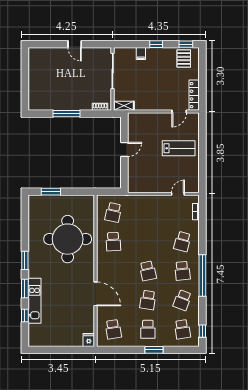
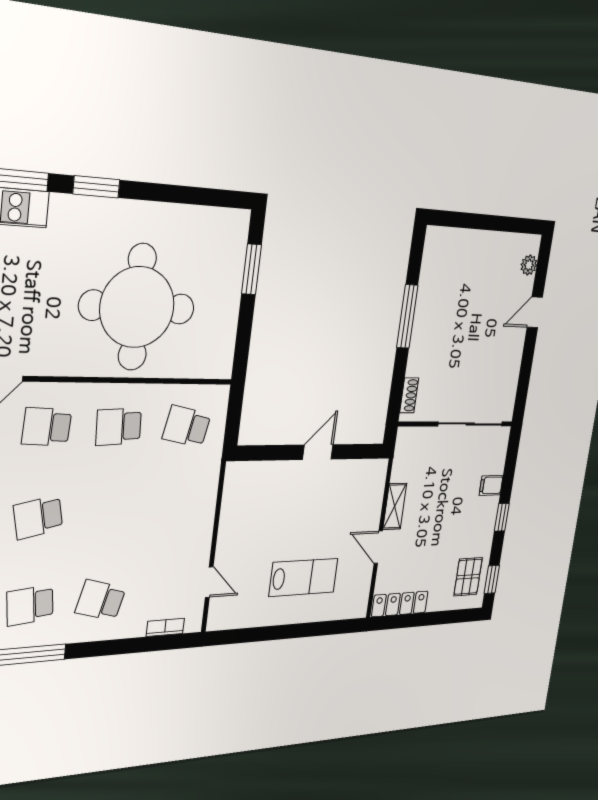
door: (75, 44) -> (535, 312), moved
plant: (42, 52) -> (529, 265), added
pallet: (184, 59) -> (468, 577), turned 90
shelving: (124, 106) -> (395, 506), moved
door: (179, 112) -> (378, 547), moved
lab bench: (179, 148) -> (304, 577), turned -90
door: (124, 149) -> (318, 452), swing flipped
school desk: (113, 271) -> (47, 427), added

